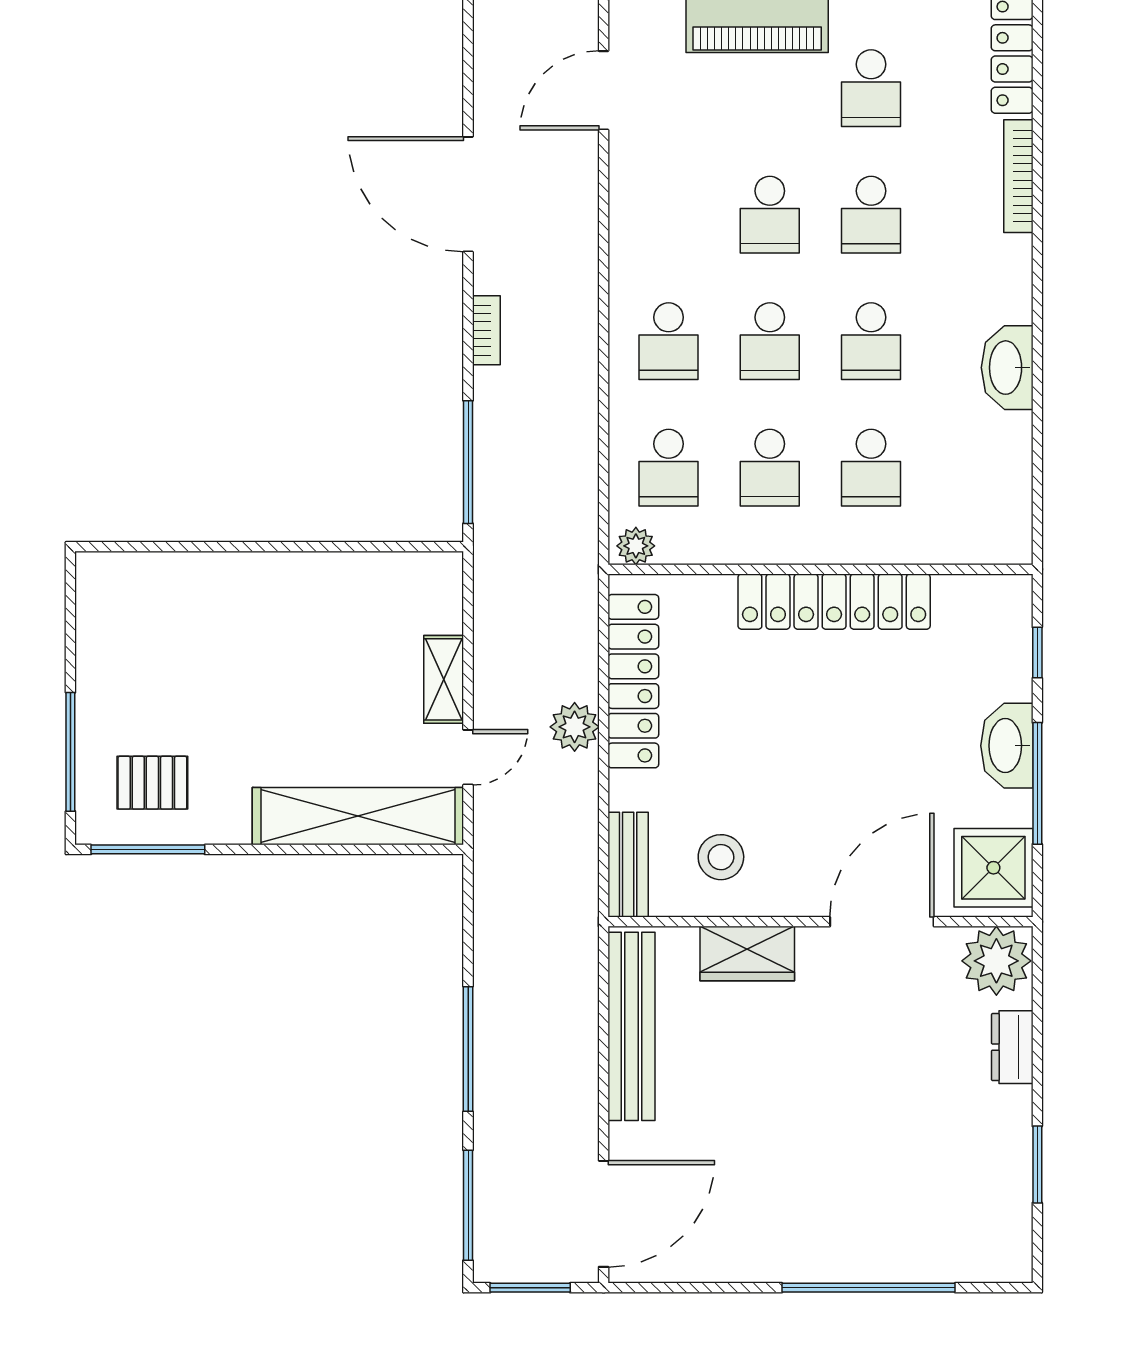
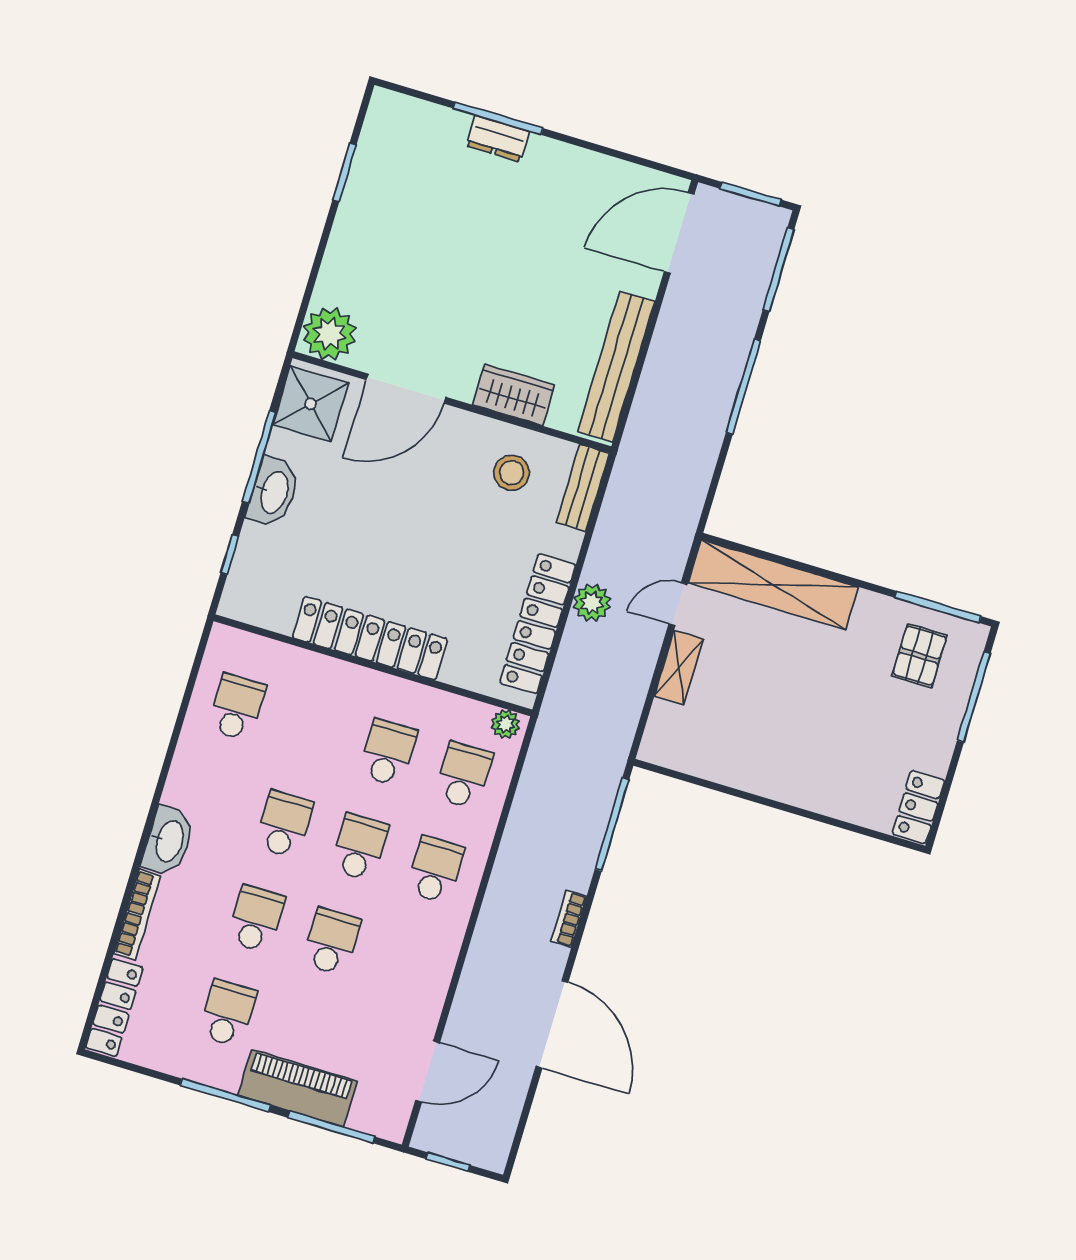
washbasin: (1007, 368) -> (168, 841), moved
school desk: (871, 468) -> (237, 707), moved
locker: (98, 596) -> (918, 807), added
pallet: (152, 783) -> (919, 656), turned 90
dresser: (1012, 1047) -> (498, 139), moved, turned 90
window: (868, 1288) -> (498, 118), width x0.68

